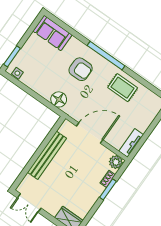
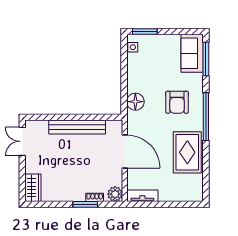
window: (64, 26) -> (206, 59), added
rug: (123, 88) -> (187, 152), width x1.36, depth x1.43

